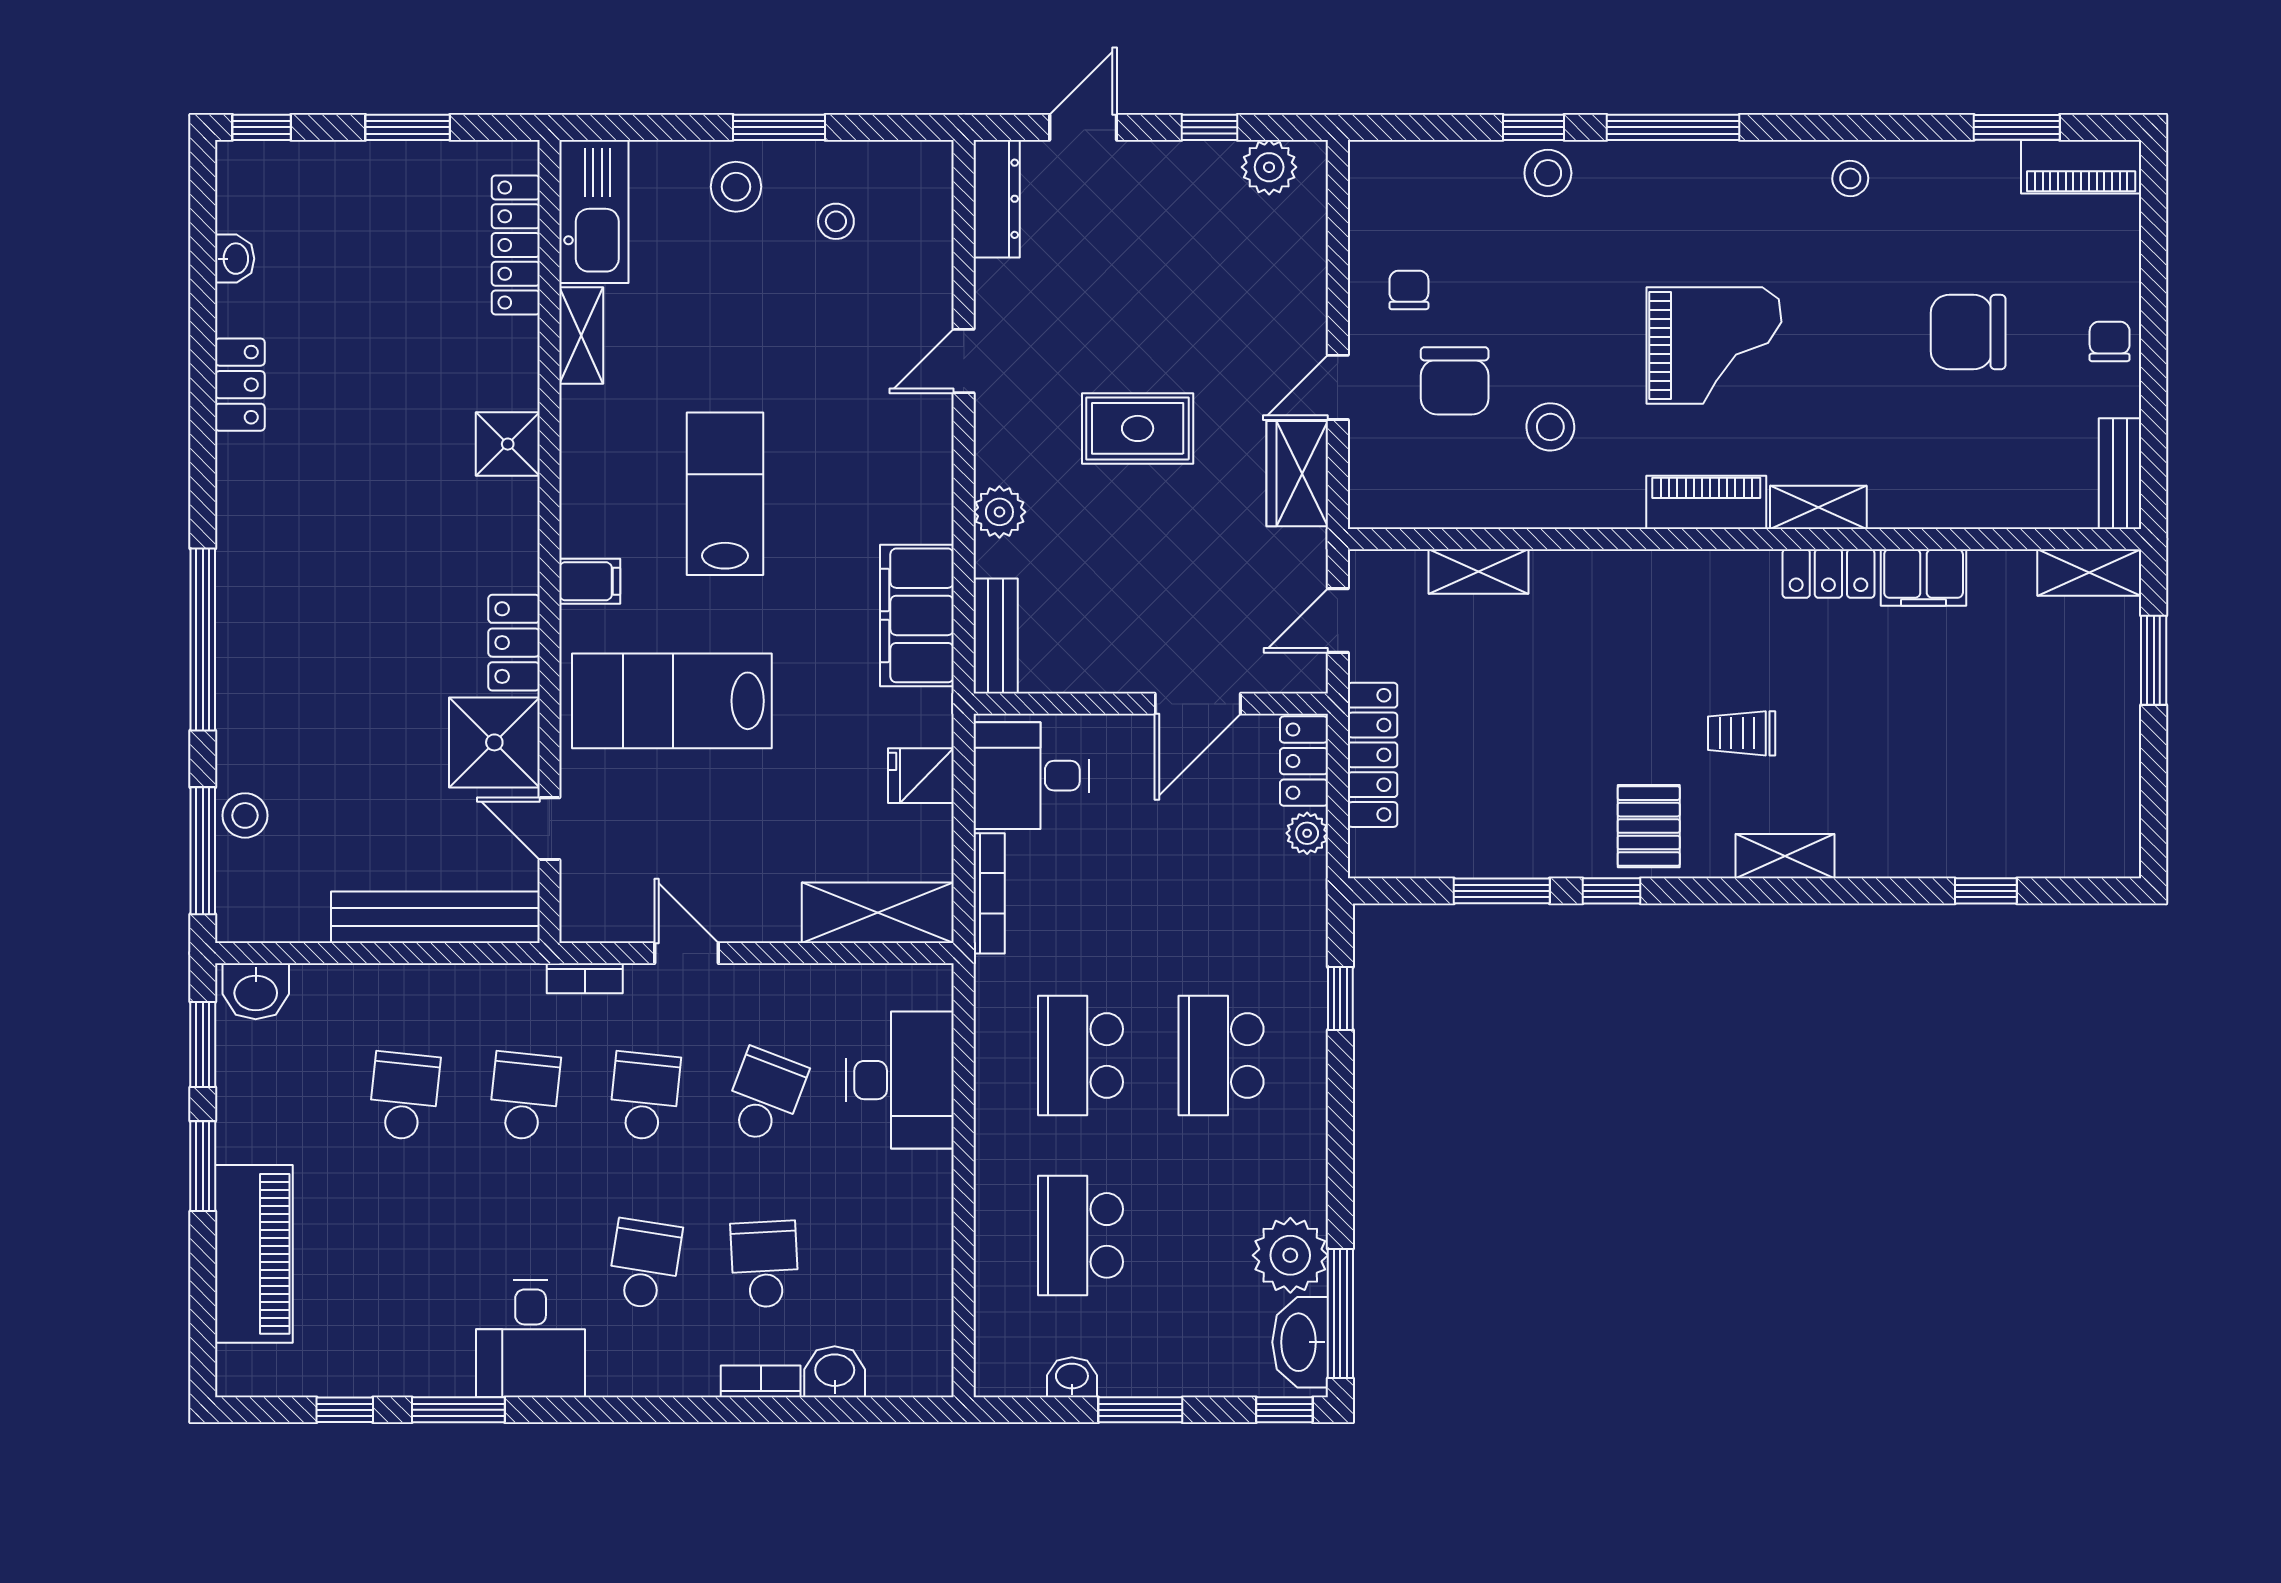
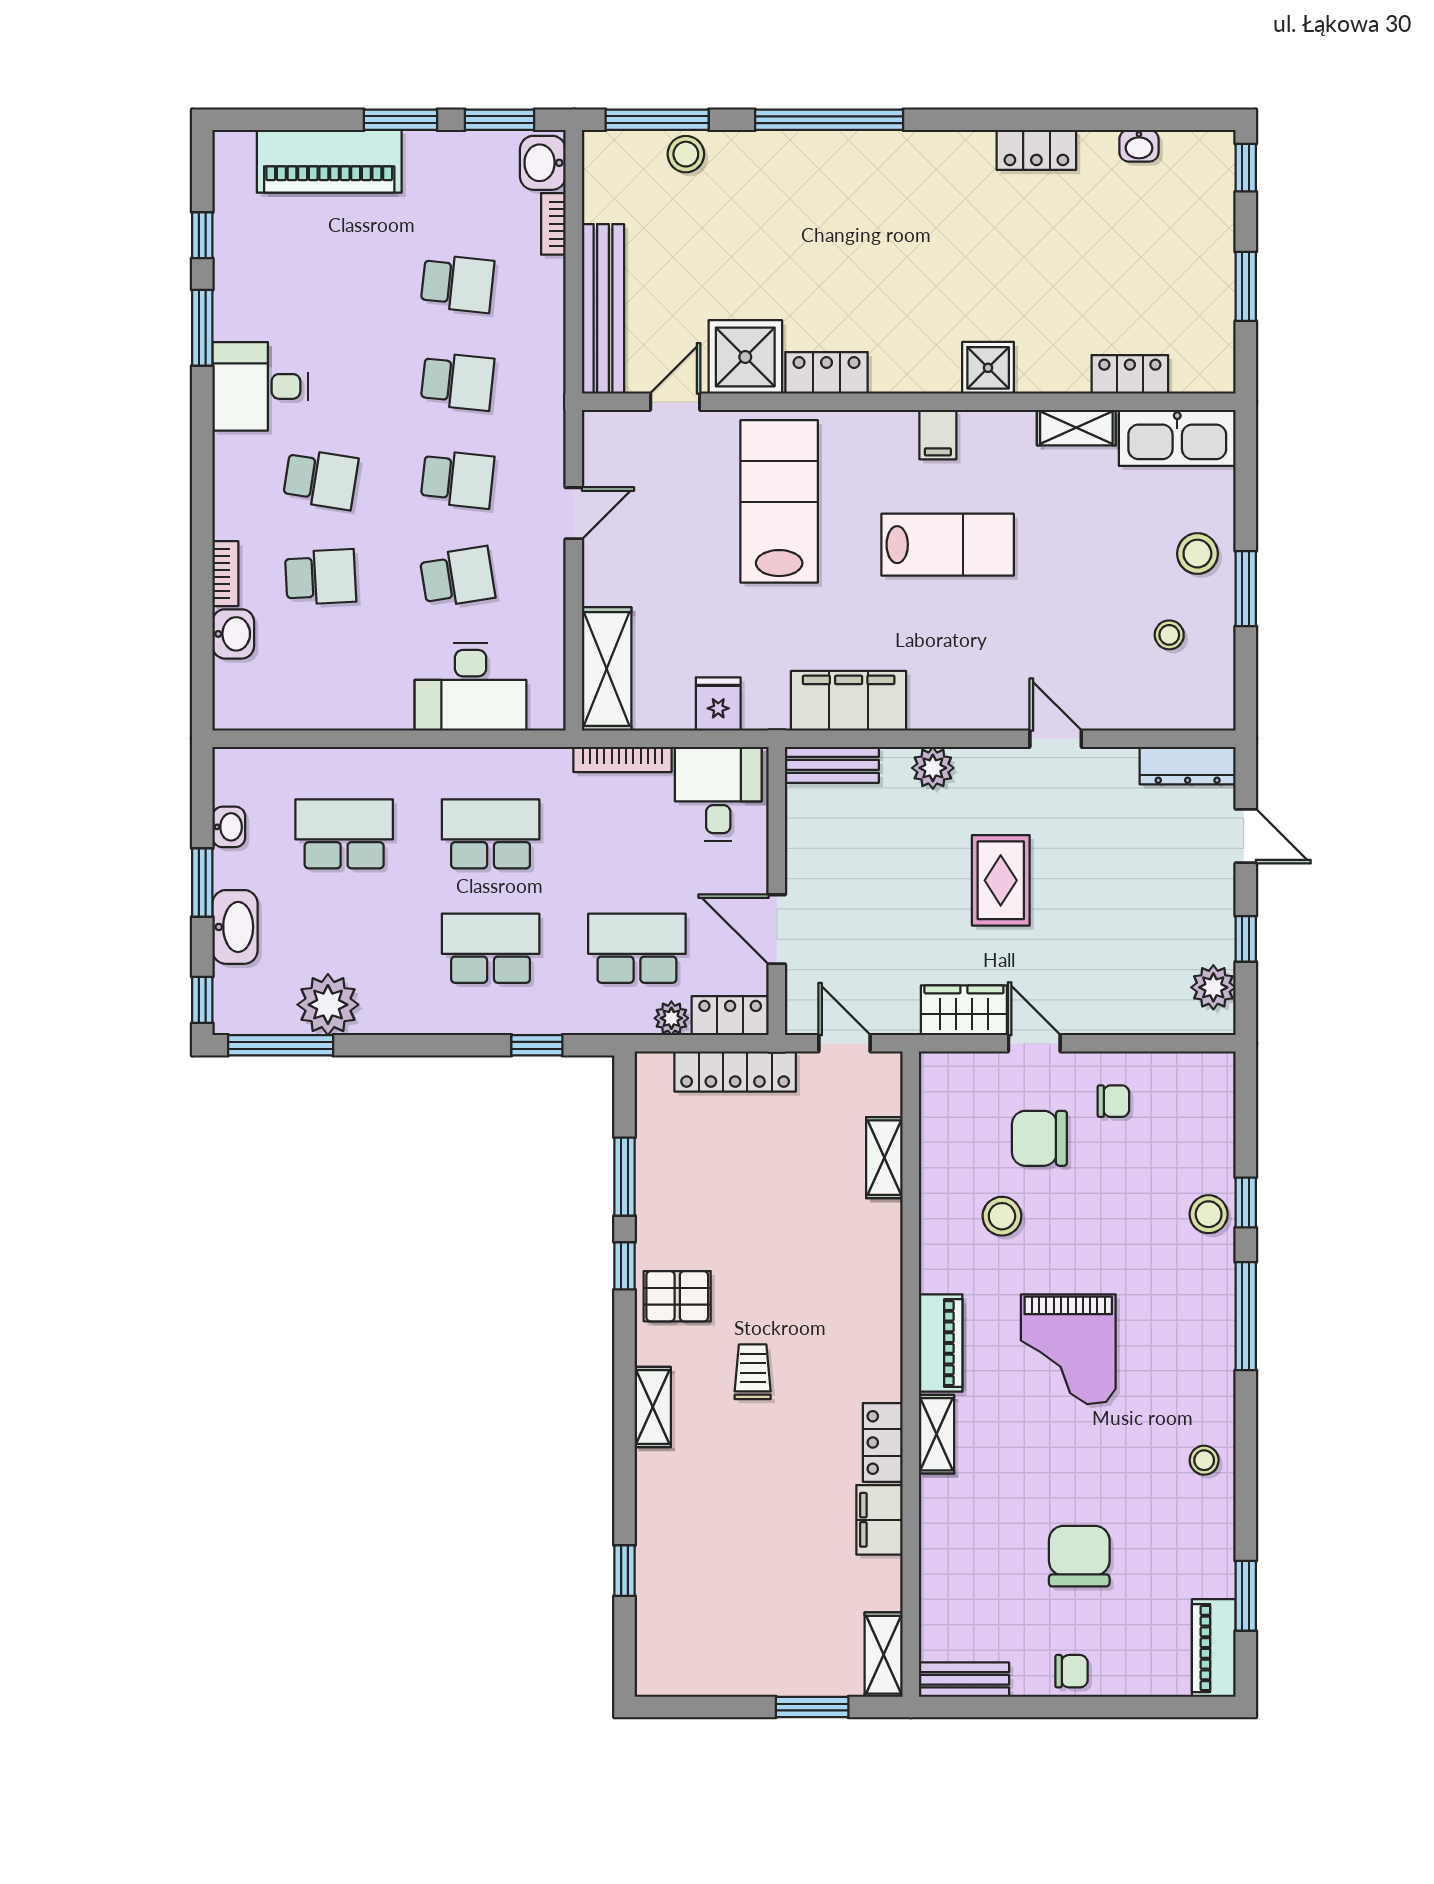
locker: (516, 245) -> (1130, 374), width x0.66
filing cabinet: (590, 581) -> (938, 435), moved
school desk: (1221, 876) -> (637, 948), added
bookcase: (585, 978) -> (553, 224), moved
school desk: (765, 1096) -> (457, 577), turned -30
washbasin: (1300, 1342) -> (235, 927), moved, turned 90

